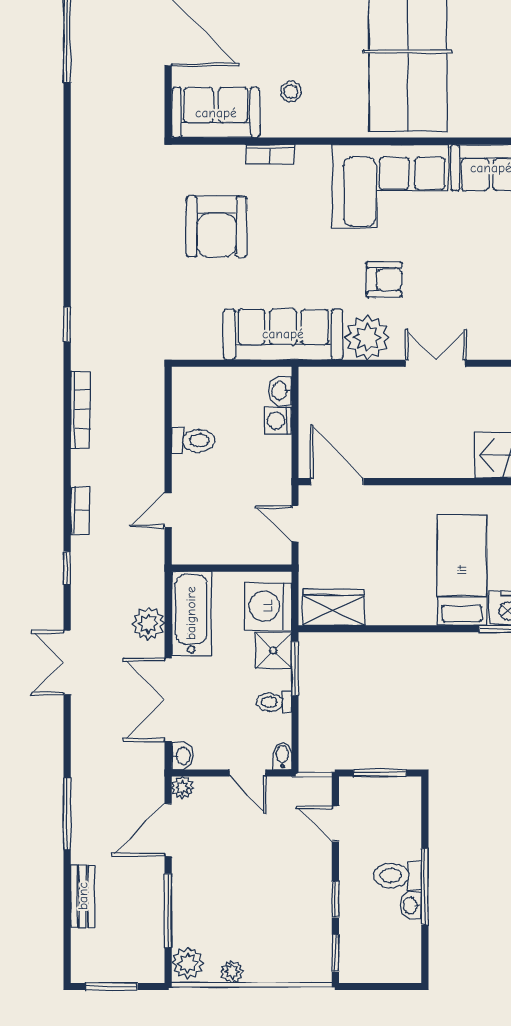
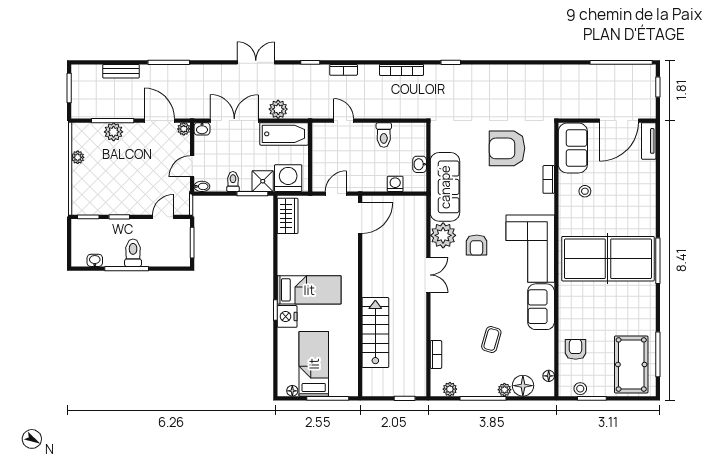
washbasin: (280, 391) -> (420, 164), moved, turned -90
washbasin: (411, 906) -> (95, 260), moved
plant: (188, 963) -> (114, 132), moved

